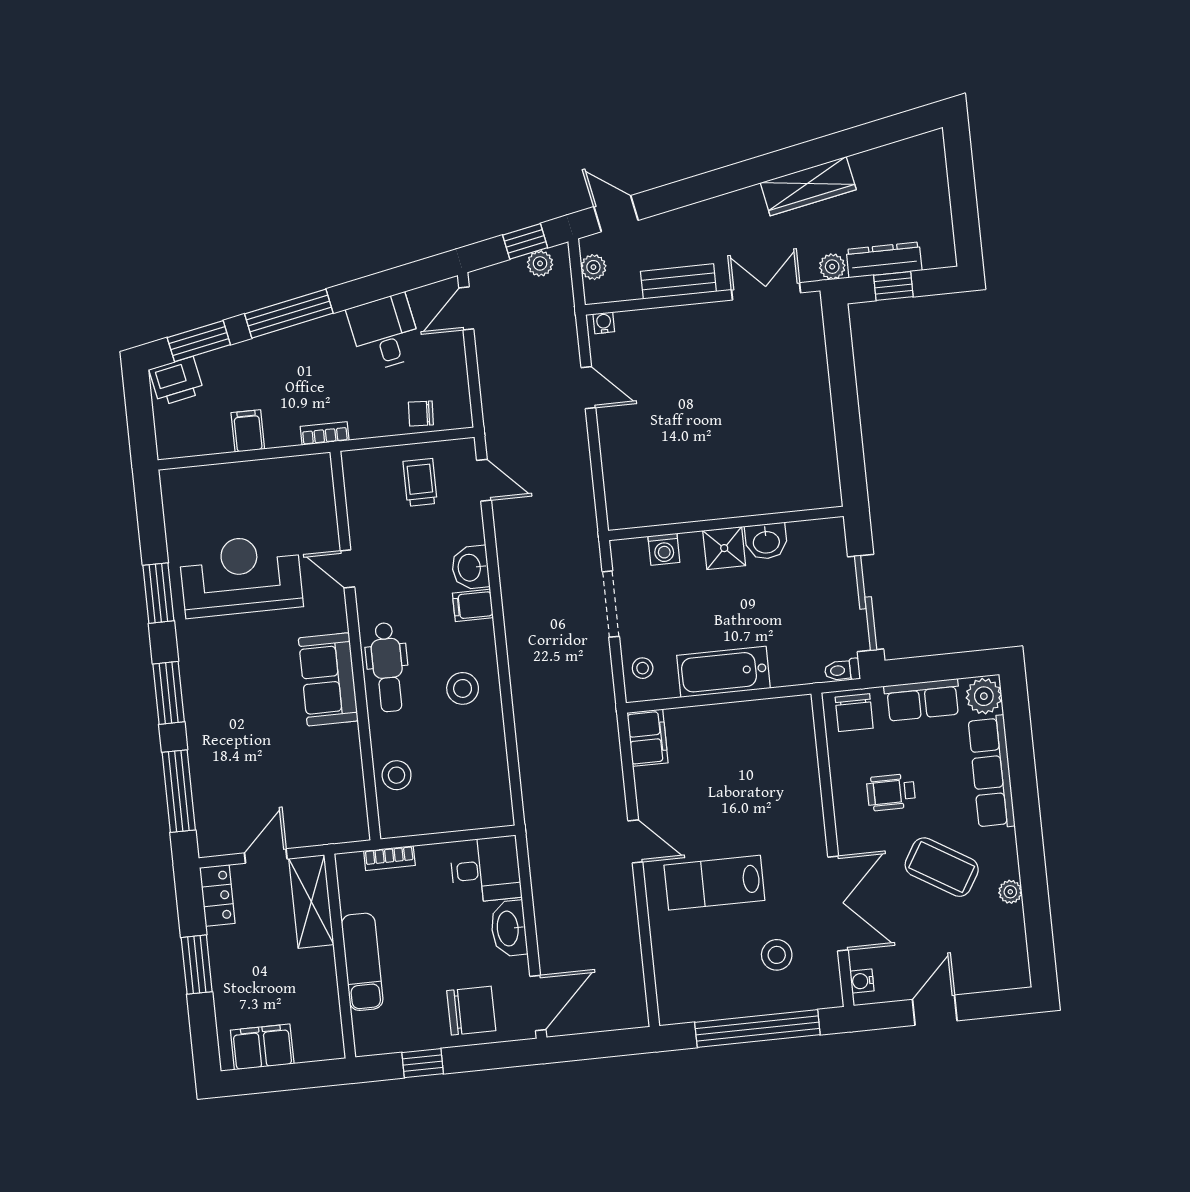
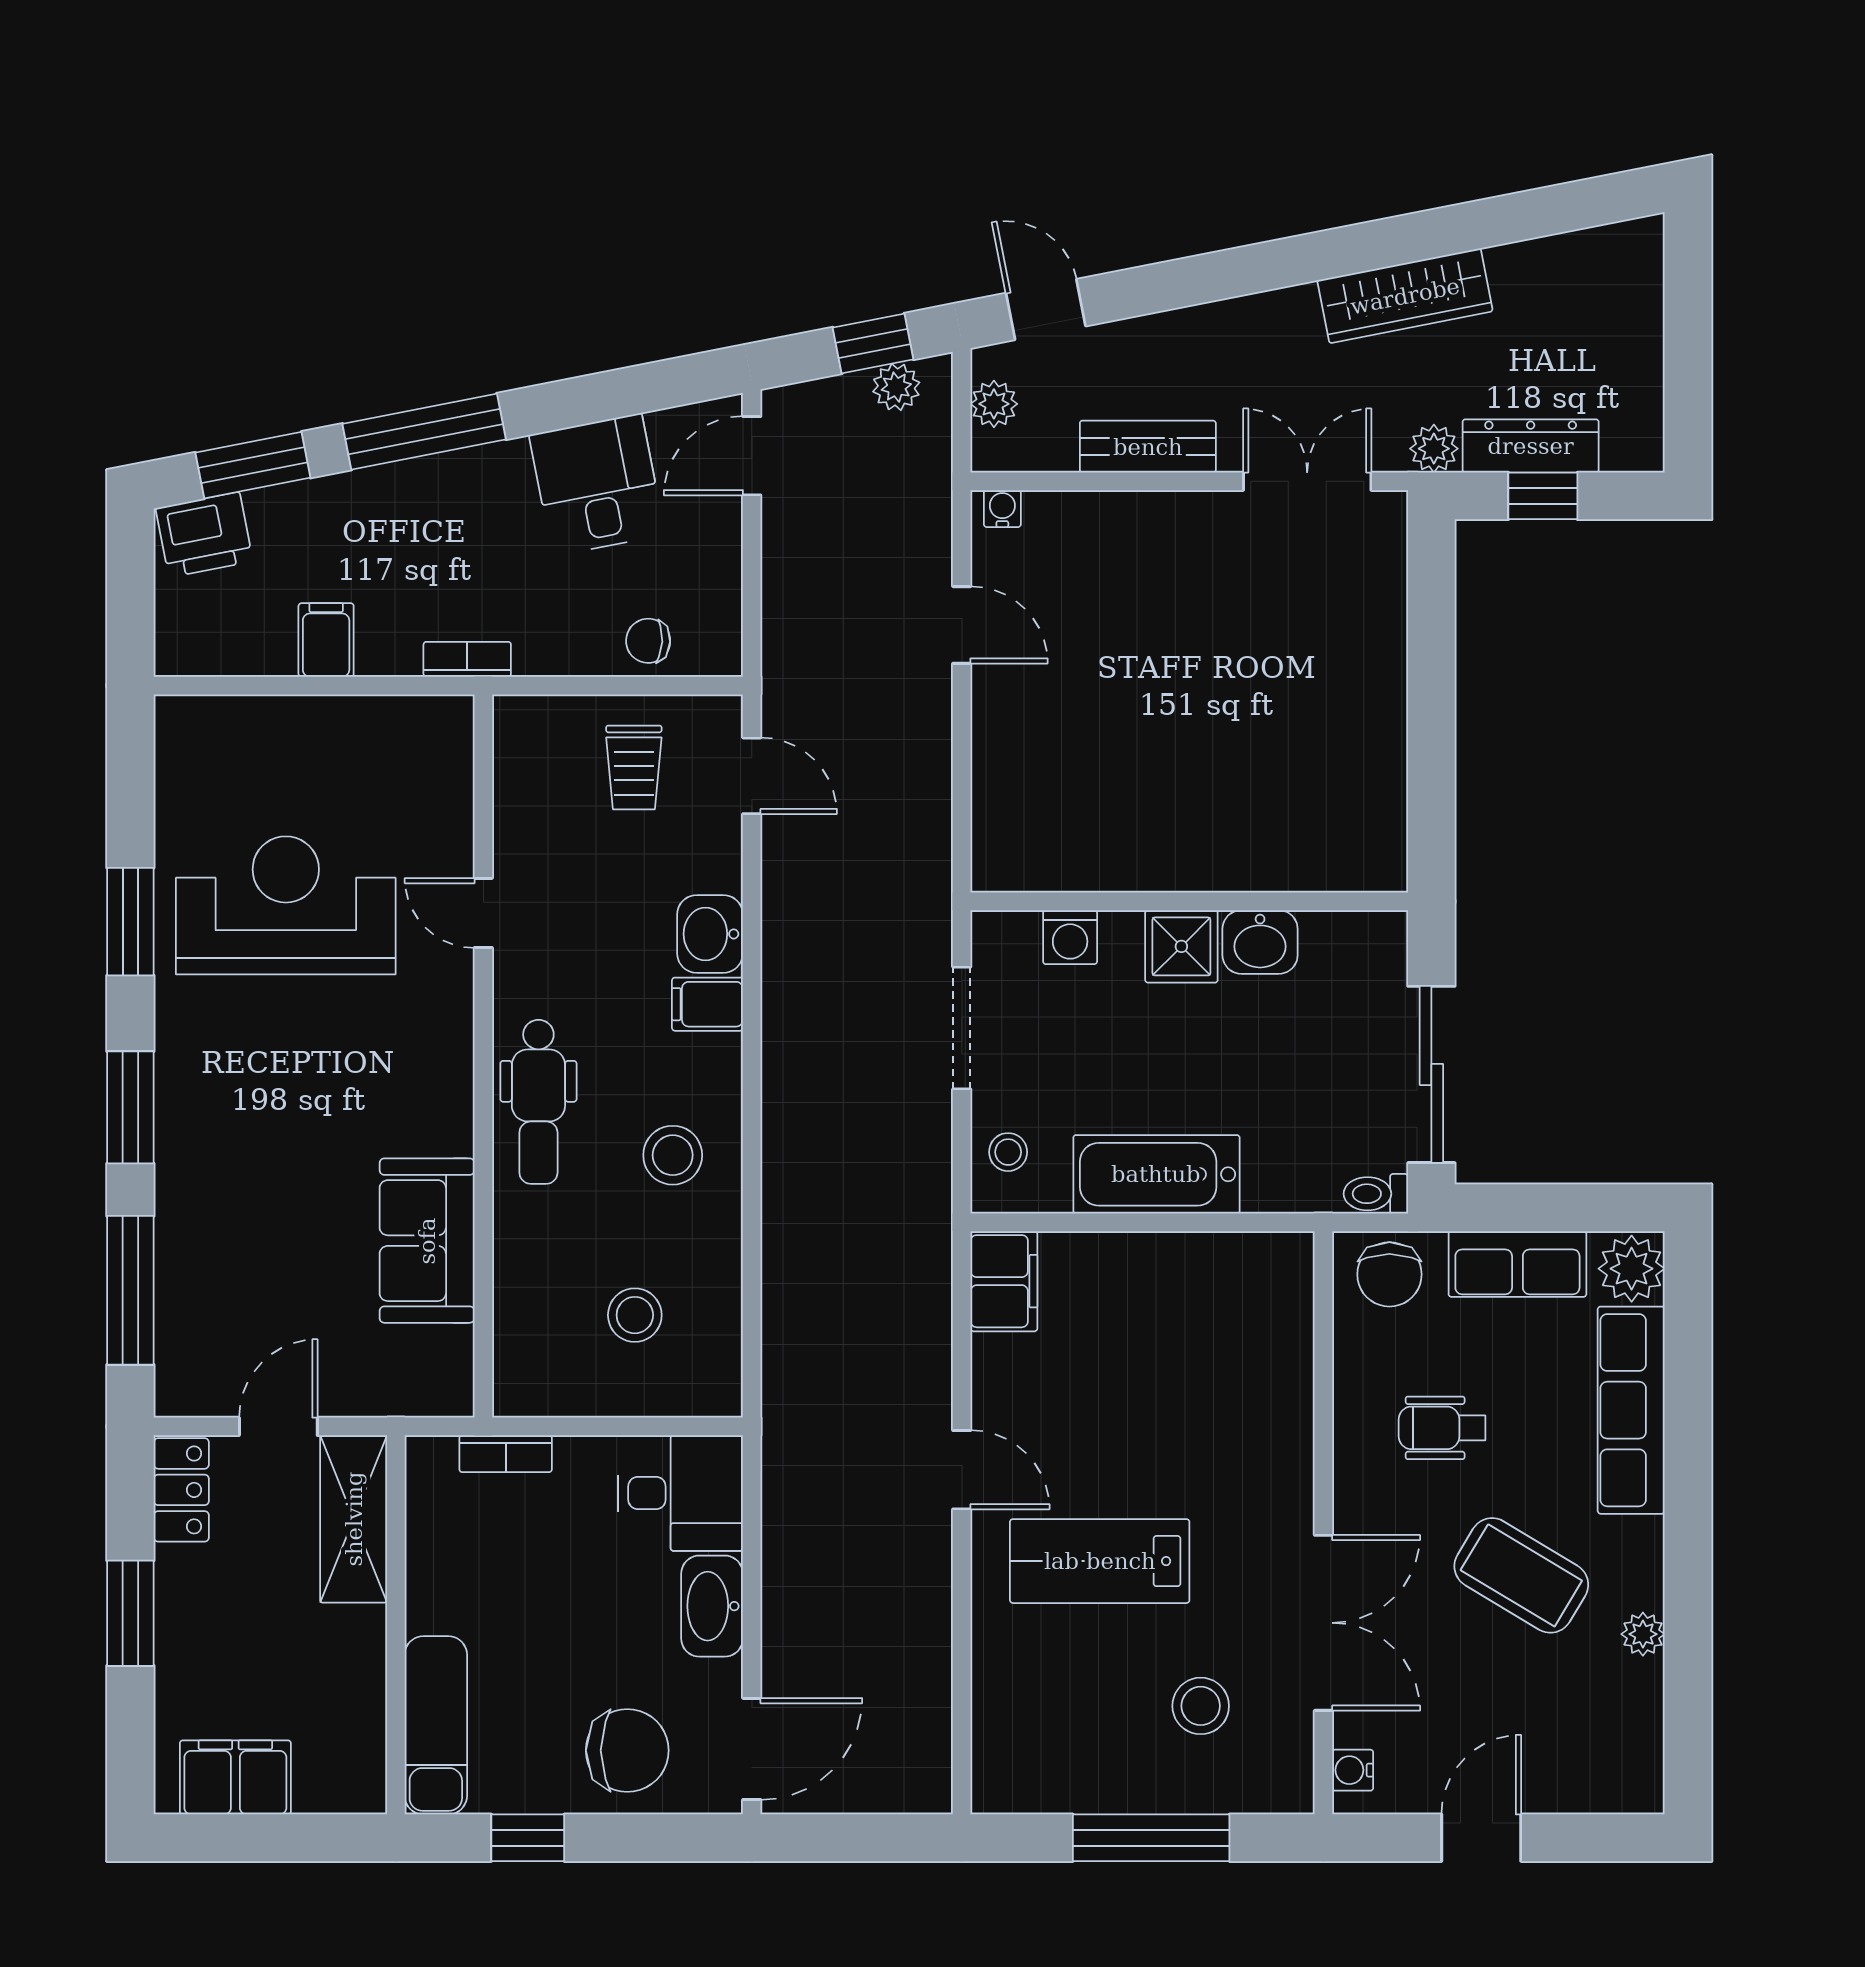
trolley: (420, 482) -> (634, 767), turned 180
sofa: (328, 679) -> (427, 1241), moved
stool: (397, 775) -> (635, 1315), moved
exam couch: (362, 962) -> (436, 1725), moved
window: (757, 1028) -> (1151, 1838), width x0.68

